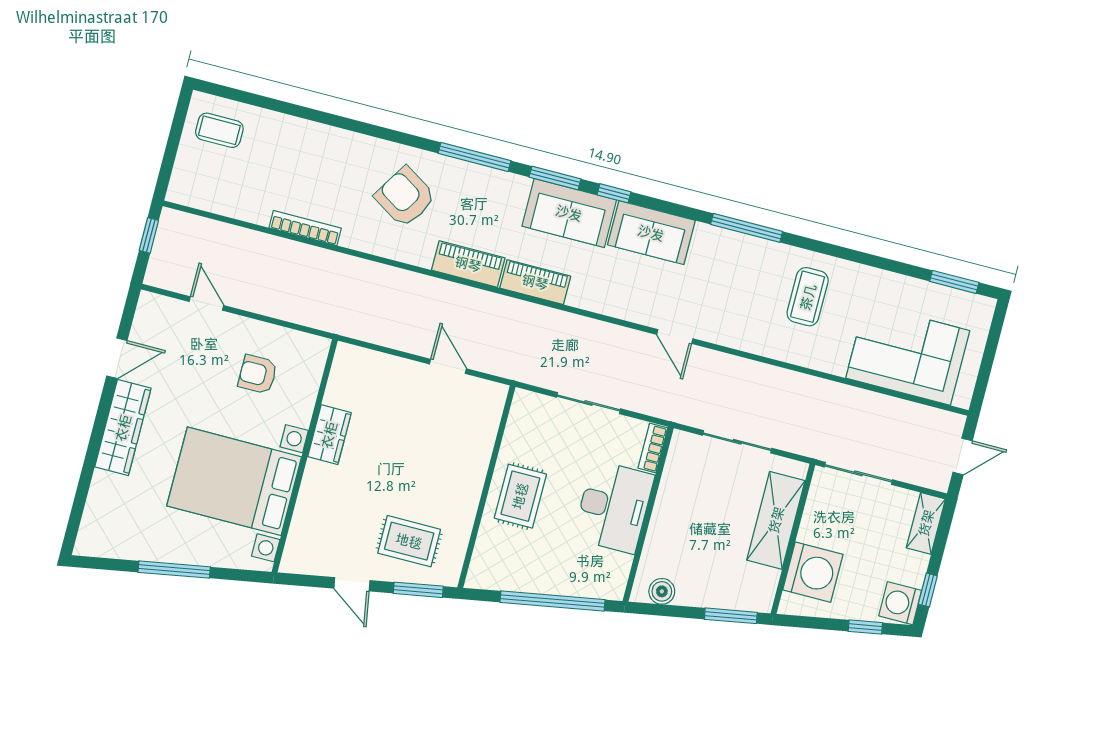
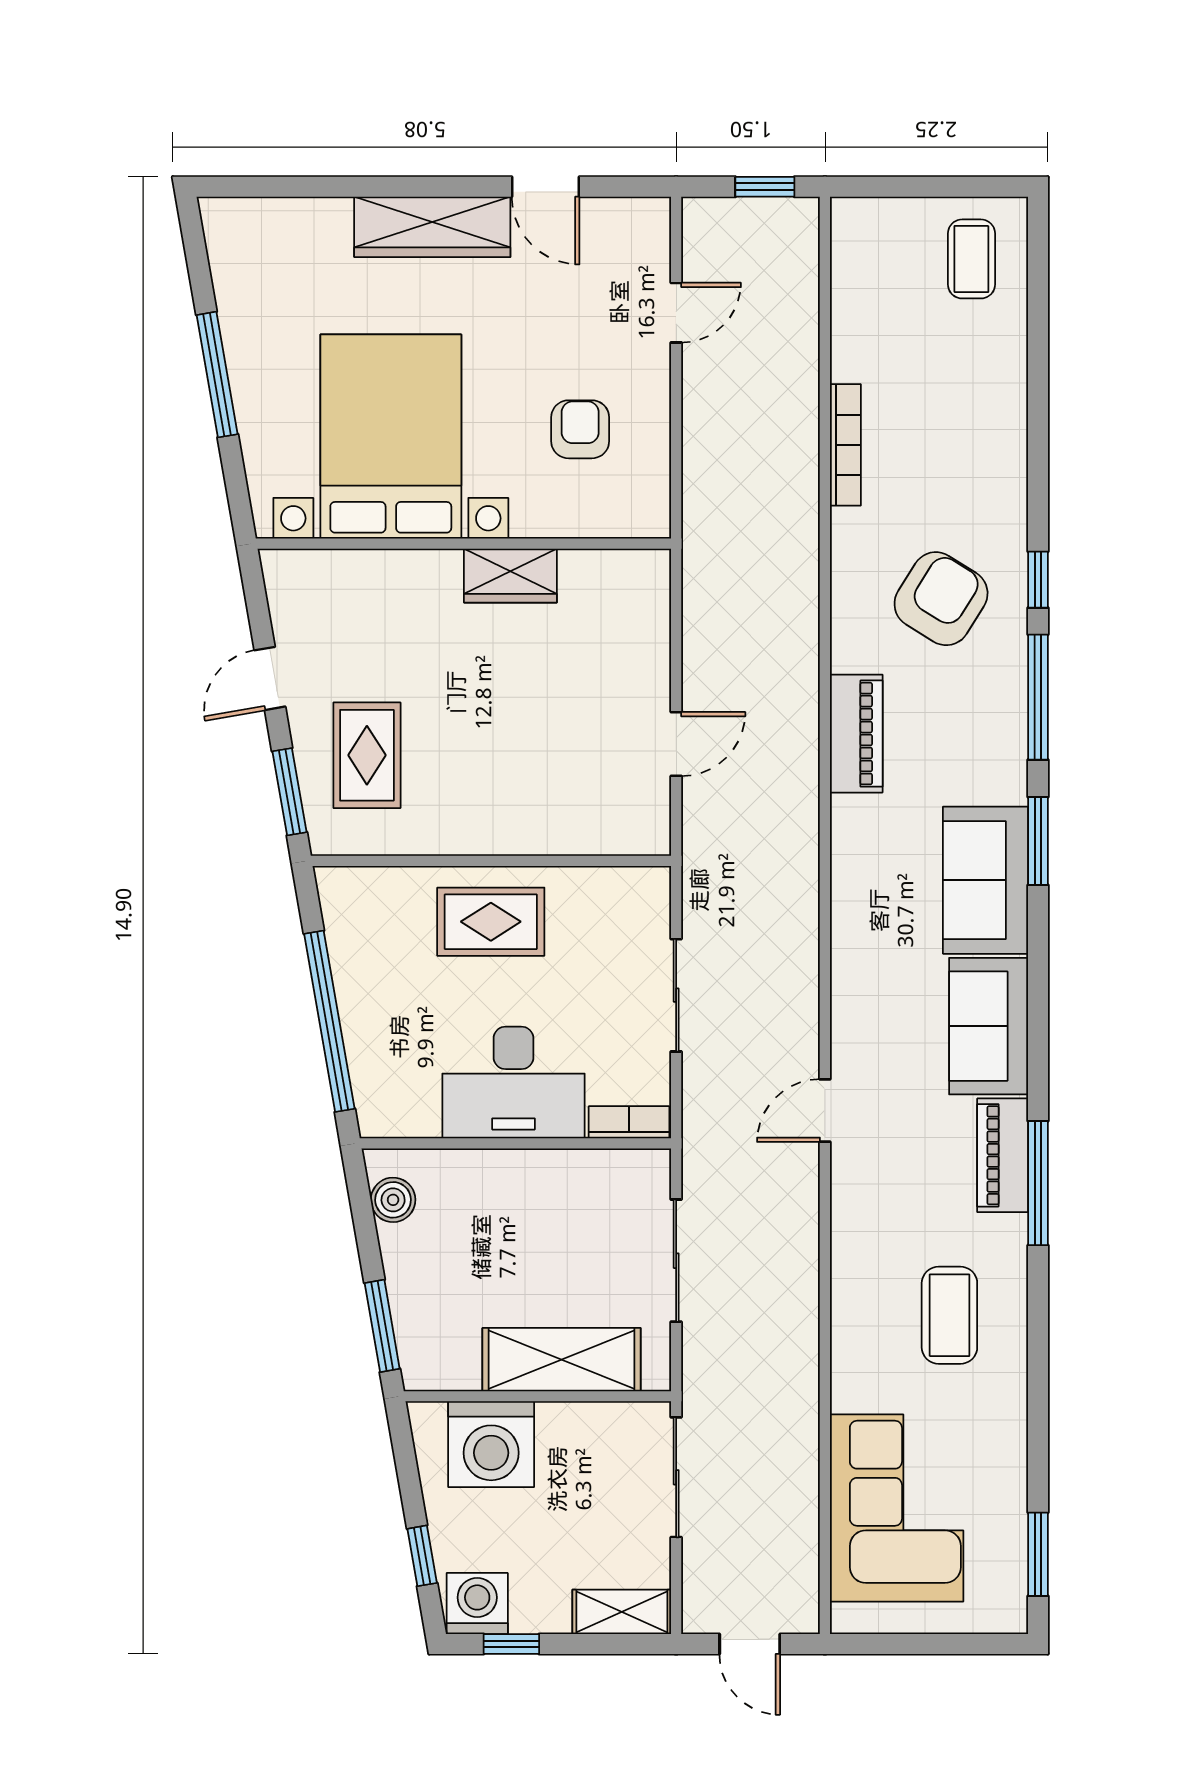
window: (614, 193) -> (1038, 580), moved
piano: (535, 282) -> (1003, 1155), moved, turned 180
coffee table: (808, 297) -> (949, 1315), turned 90

